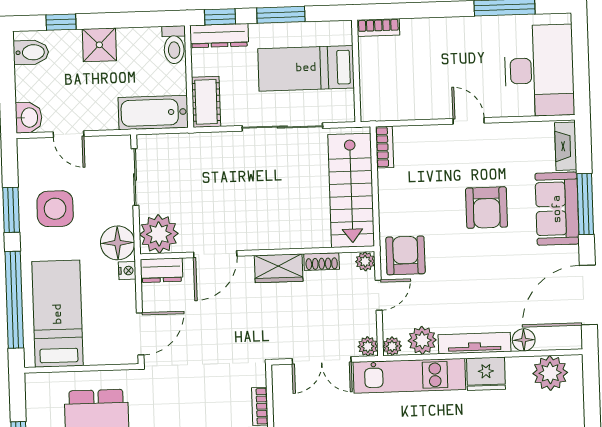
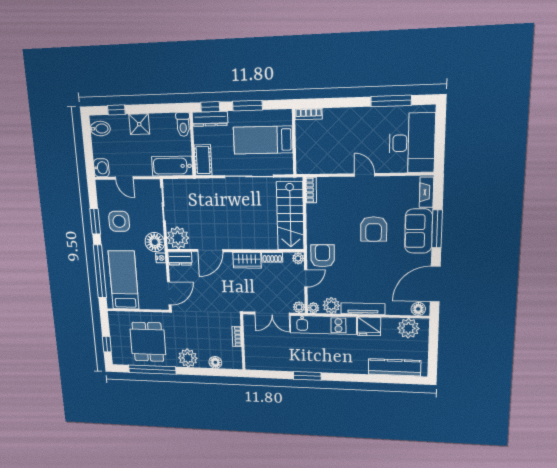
floor lamp: (524, 340) -> (418, 309), moved

